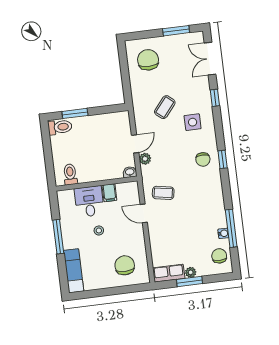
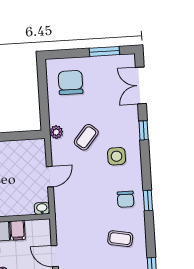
plant: (145, 159) -> (56, 132), moved
coffee table: (163, 193) -> (120, 239), moved

